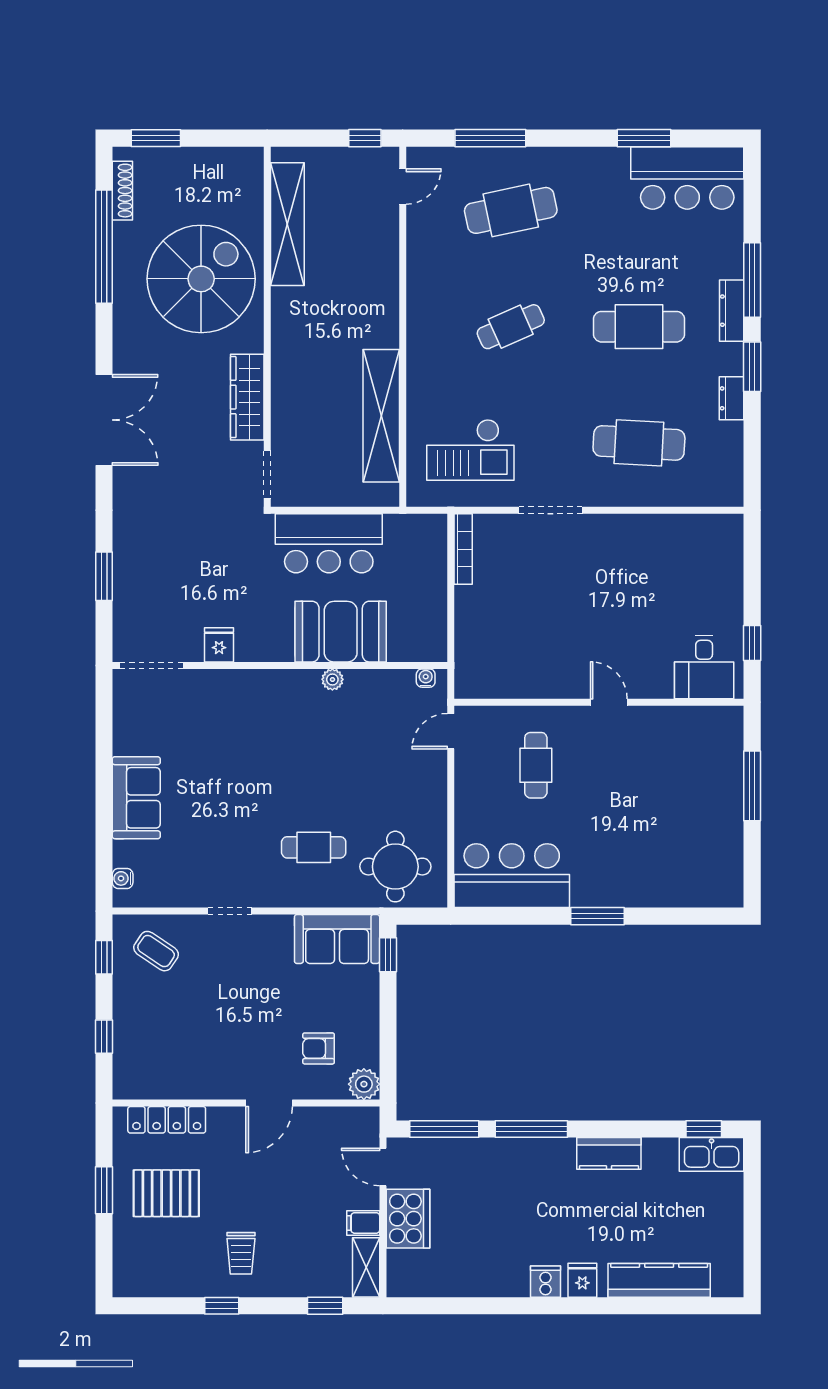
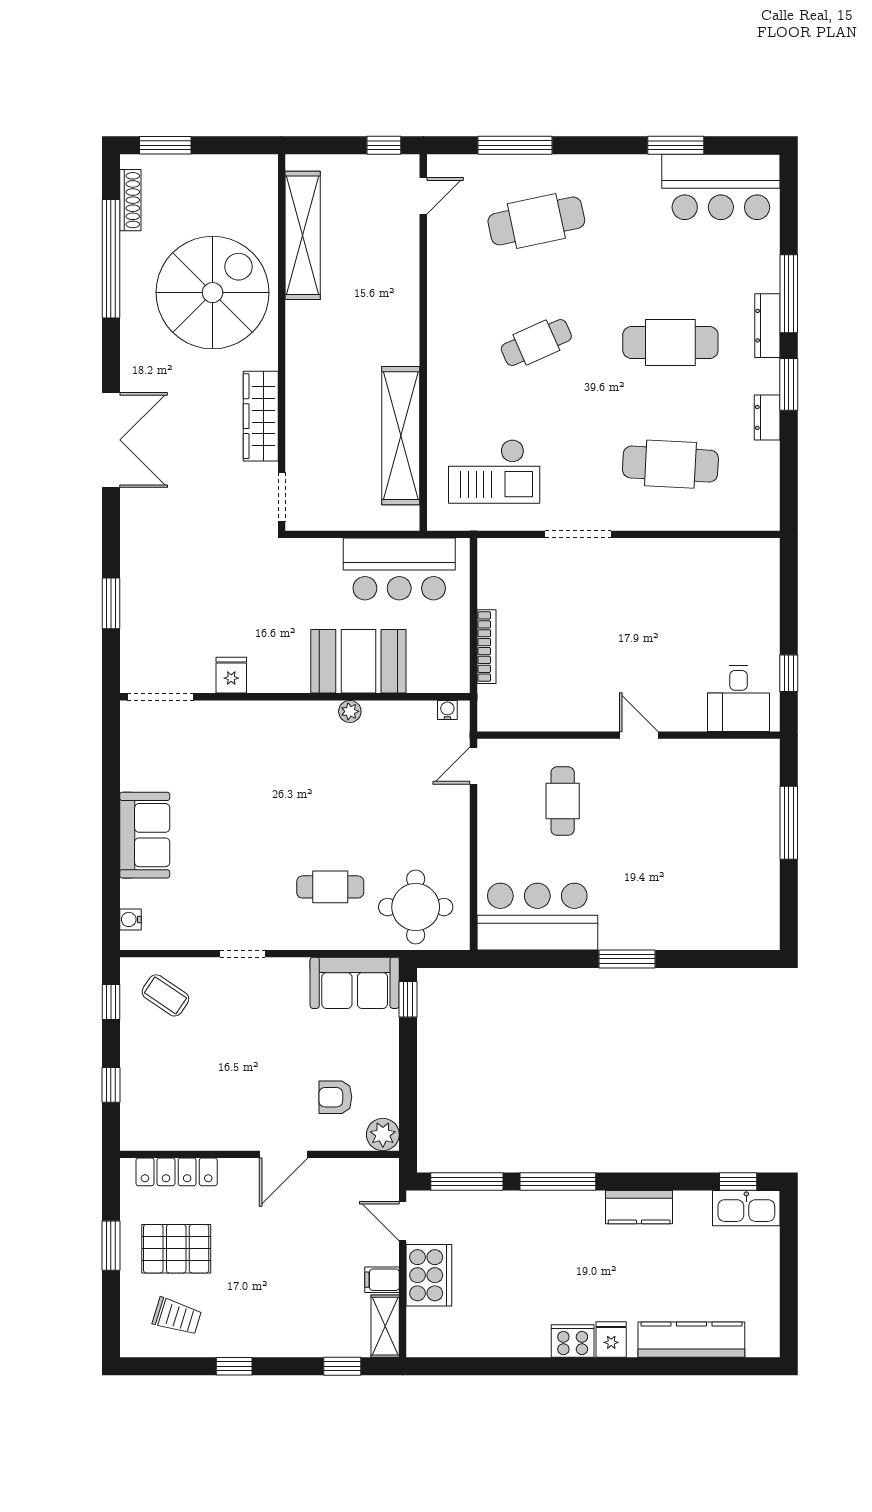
bar counter: (329, 543) -> (399, 569), moved
bookcase: (463, 549) -> (487, 647), moved
trolley: (241, 1253) -> (177, 1316), moved, turned -73
cooker: (546, 1282) -> (573, 1341), width x1.36

